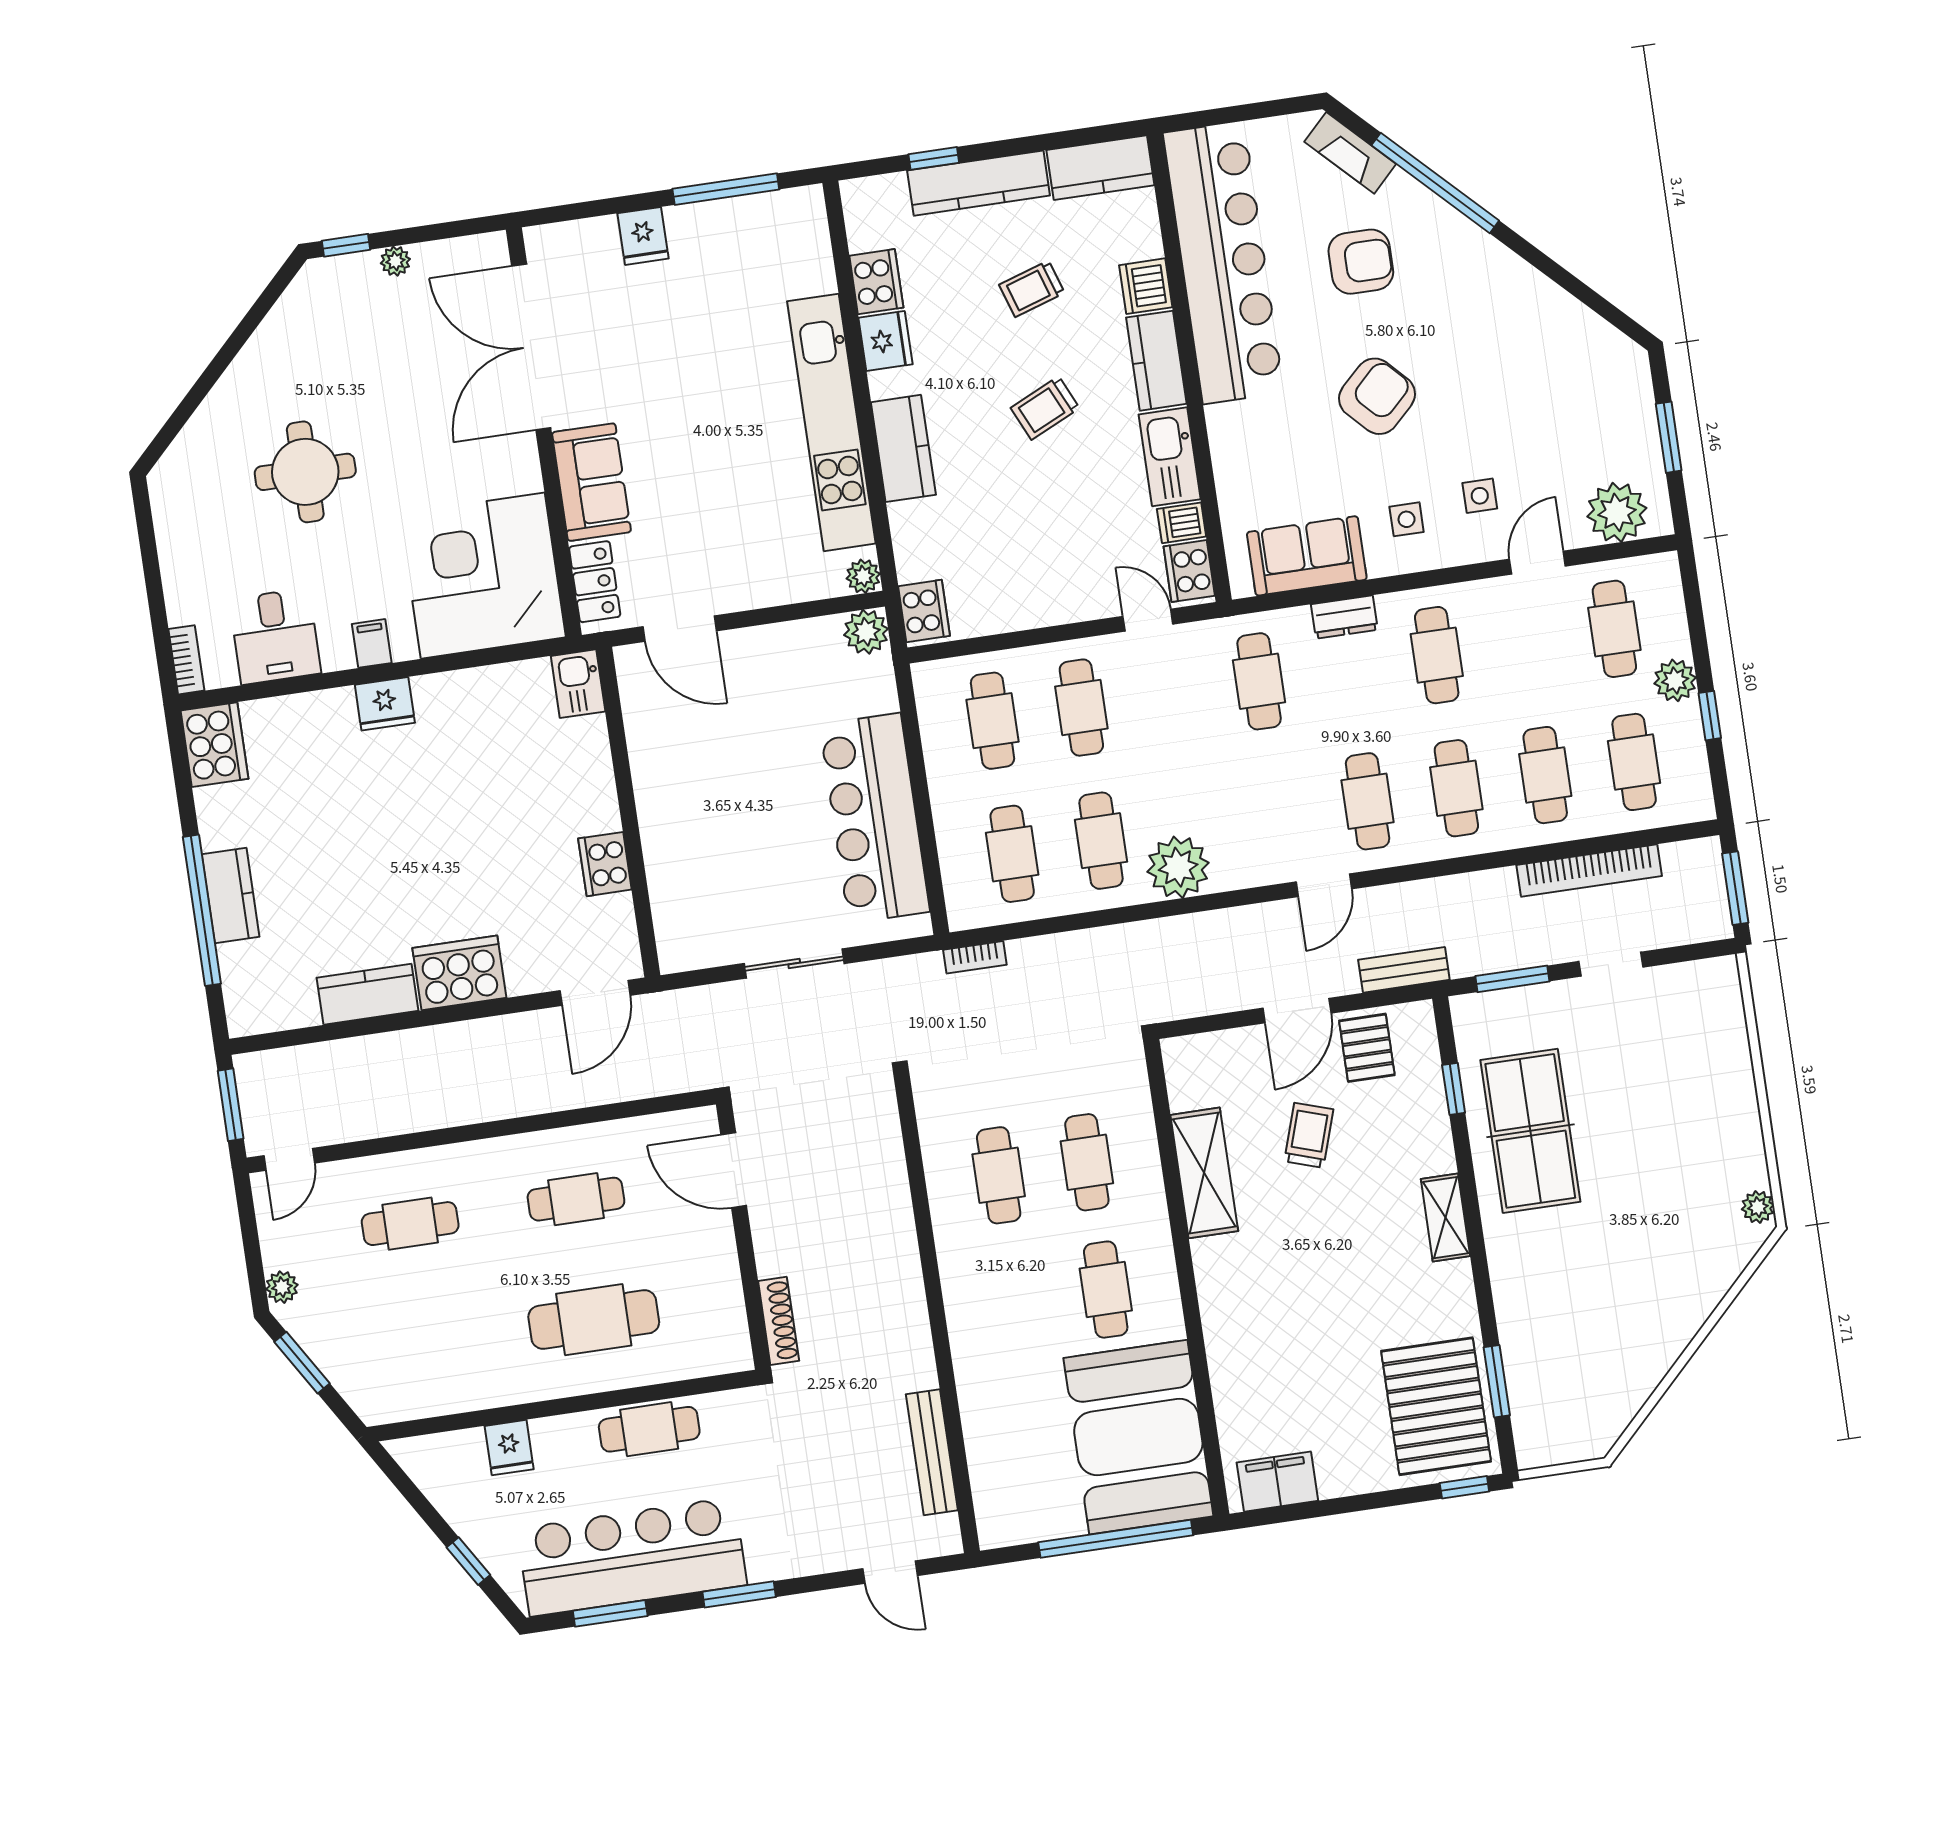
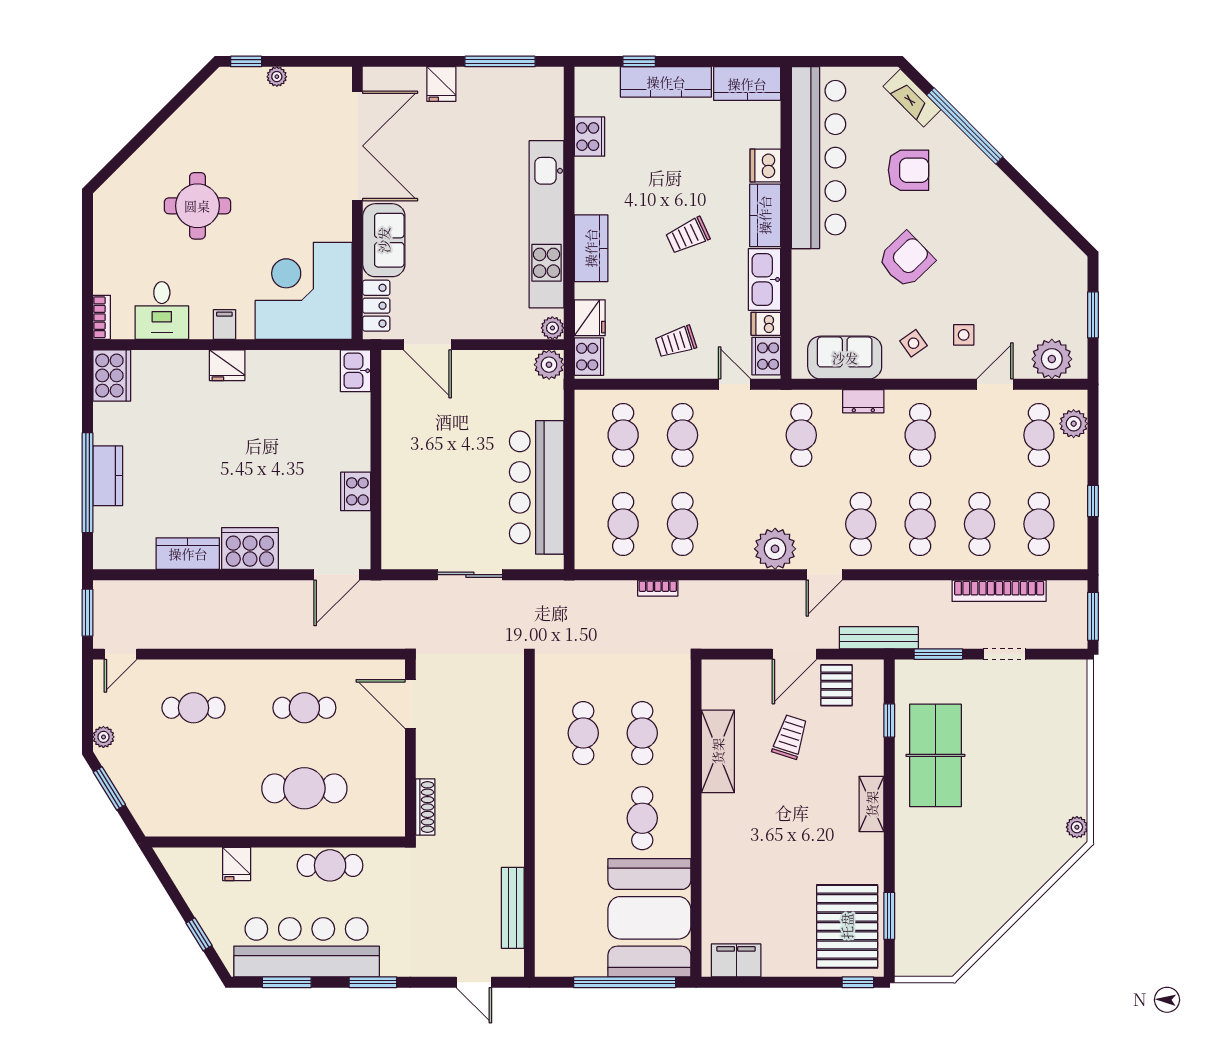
trolley: (1032, 289) -> (676, 342), moved
fridge: (885, 341) -> (590, 318), moved
double door: (531, 347) -> (357, 146), swing flipped
side table: (1407, 519) -> (913, 343), turned -35
plant: (1675, 680) -> (1074, 424), moved
plant: (1178, 867) -> (775, 549), moved
bookcase: (975, 957) -> (658, 588), moved
bench: (1404, 970) -> (879, 638), width x1.36

